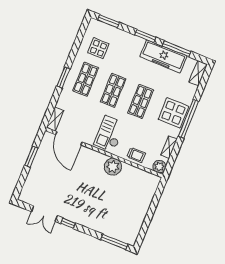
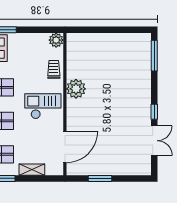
shelving: (55, 119) -> (32, 170), moved
checkout: (110, 134) -> (43, 106), turned 180
shelving: (169, 147) -> (32, 38), removed

